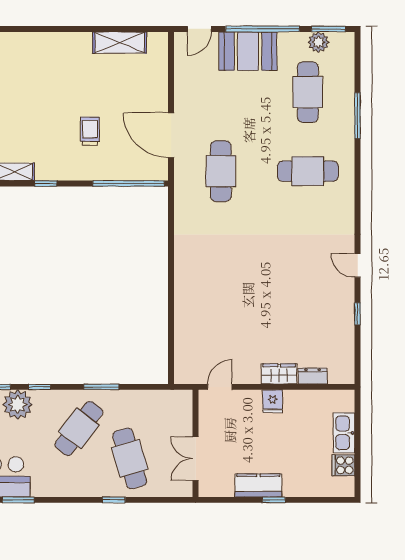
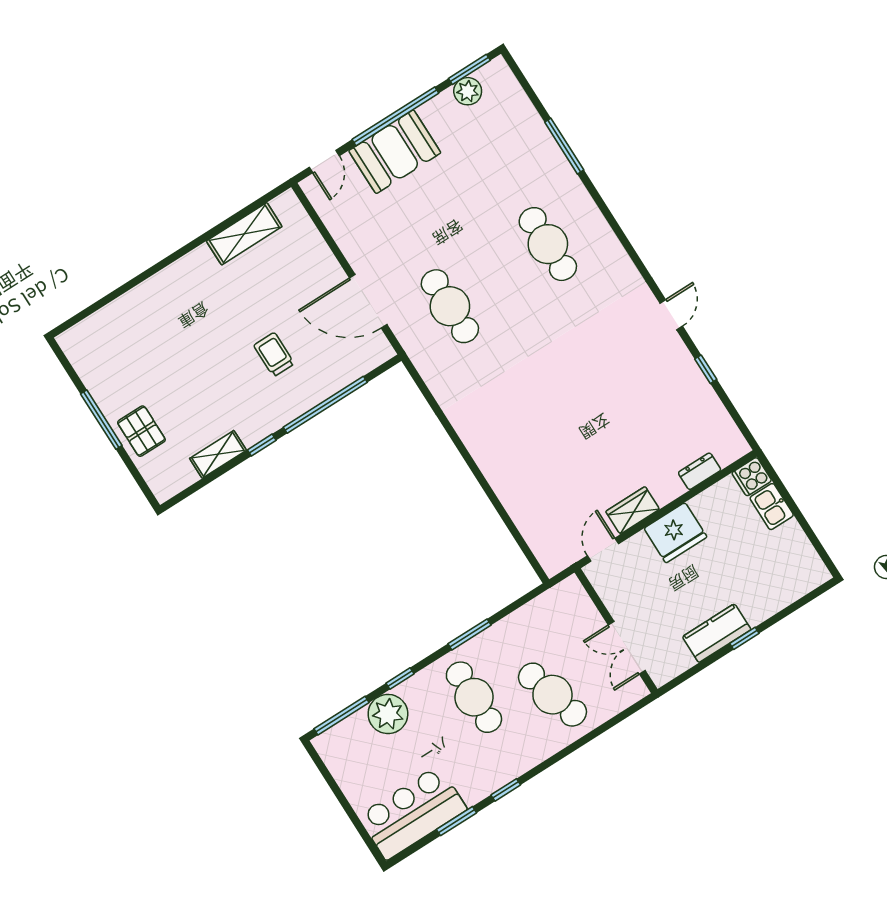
cafe table: (308, 92) -> (491, 155), removed
cafe table: (308, 171) -> (548, 244), turned 90
window: (129, 183) -> (325, 405), moved
door: (358, 265) -> (671, 315), swing flipped
wardrobe: (279, 374) -> (633, 510), moved
fridge: (273, 401) -> (675, 533), width x1.88, depth x1.34
cafe table: (79, 428) -> (474, 697), turned -38
kitchen sink: (344, 433) -> (772, 507), width x0.73
cooker: (343, 465) -> (752, 477), moved
window: (114, 500) -> (506, 790), moved

